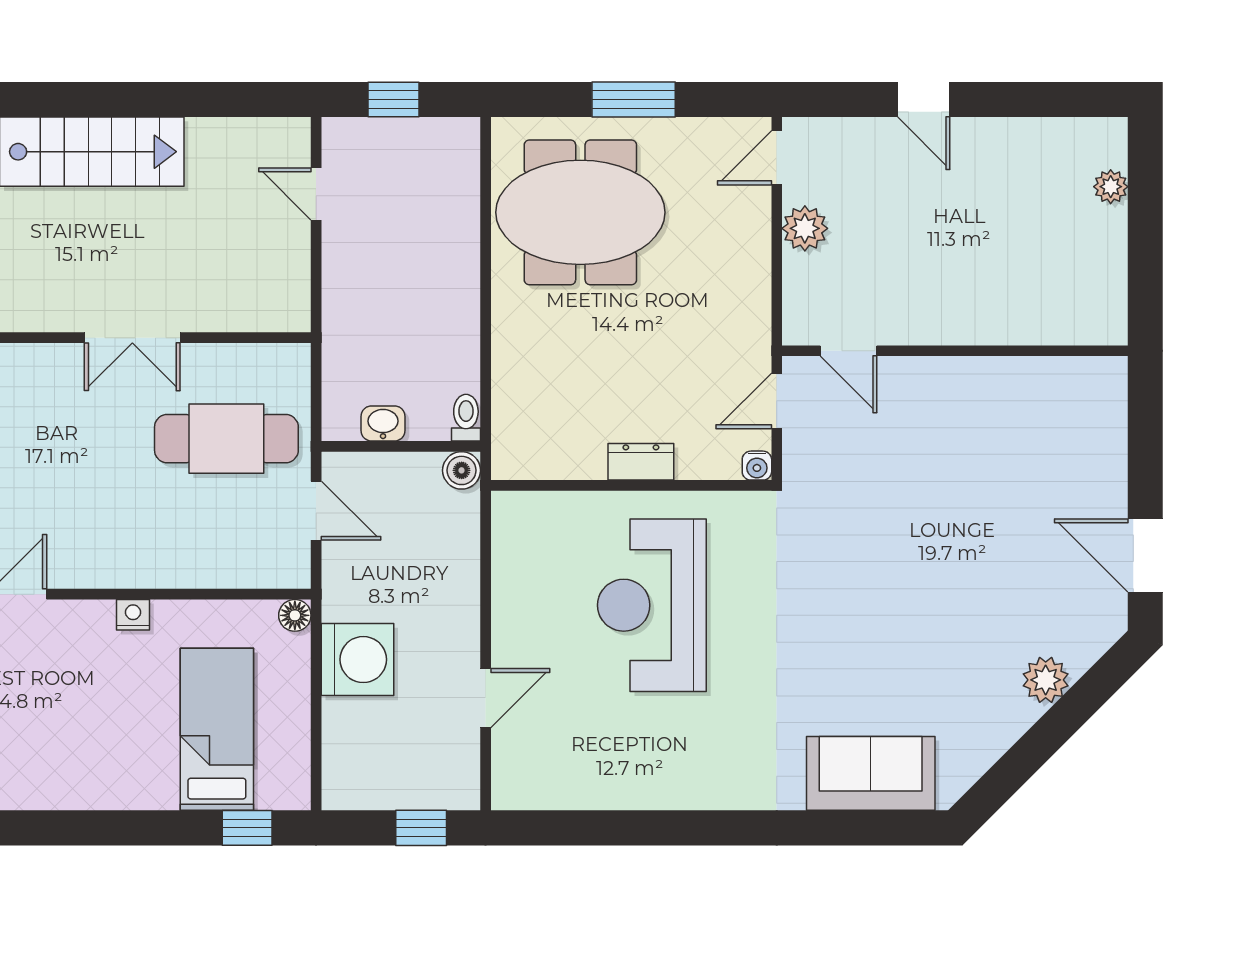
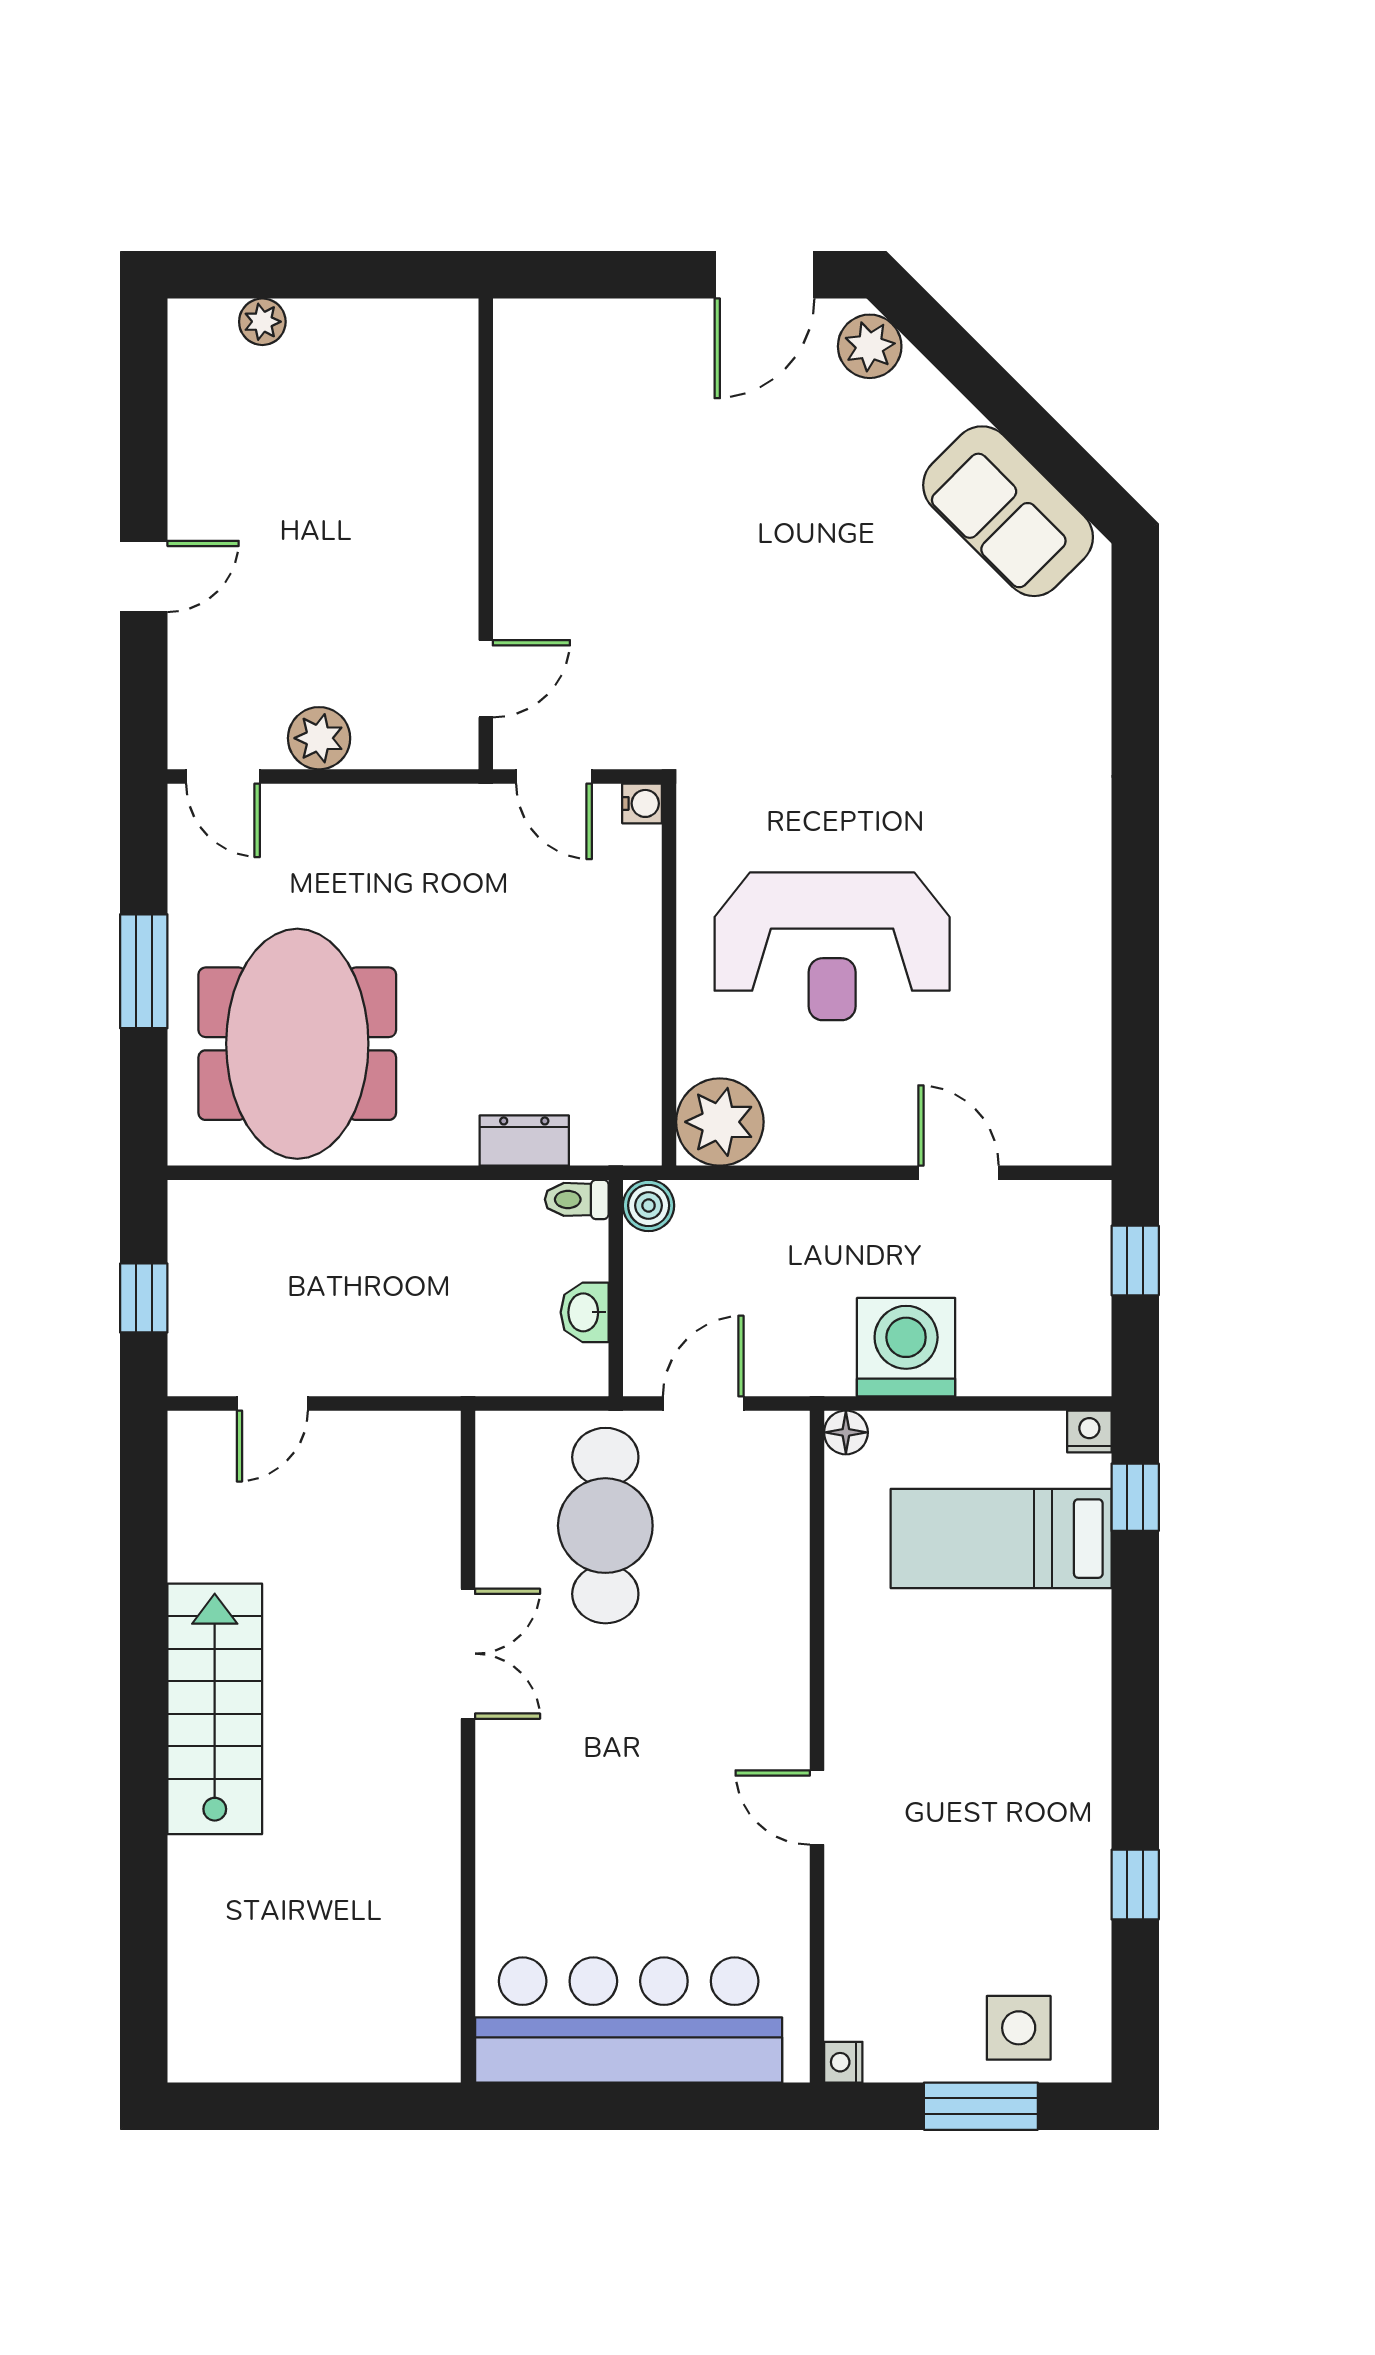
dresser: (641, 462) -> (524, 1141), moved, turned 90
plant: (523, 523) -> (720, 1122), added
nightstand: (133, 615) -> (1089, 1431), moved, turned 90
plant: (1046, 680) -> (870, 346), moved
sofa: (871, 773) -> (1008, 511), moved, turned -45

